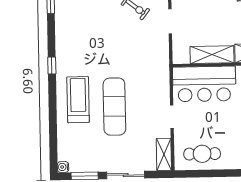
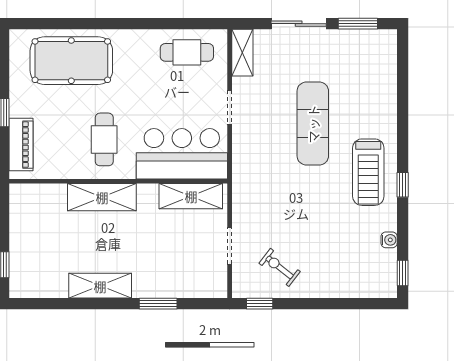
shelving: (212, 55) -> (191, 196), moved
treadmill: (78, 100) -> (368, 172), moved
water cooler: (63, 167) -> (389, 240), moved

